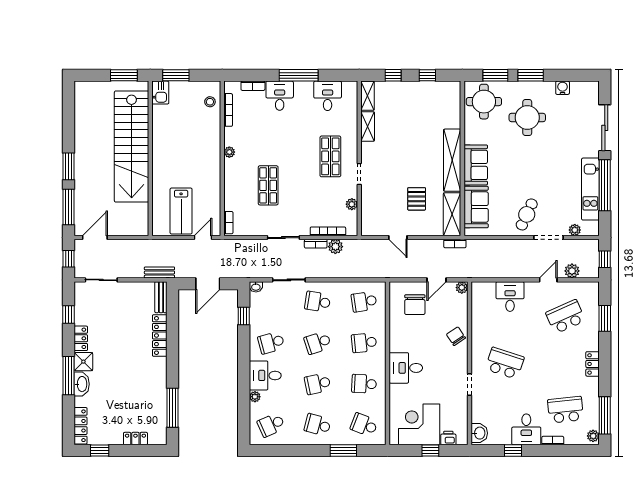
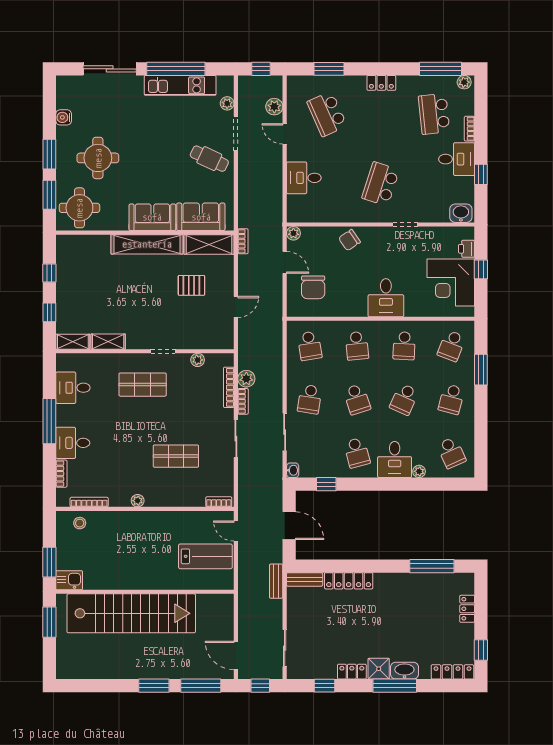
chair: (415, 305) -> (313, 287), turned 90
school desk: (318, 384) -> (404, 399), turned 36

